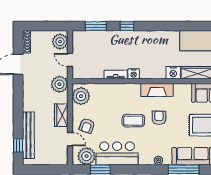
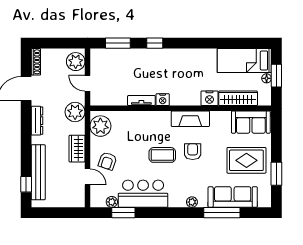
dresser: (27, 92) -> (37, 121), added
plant: (87, 156) -> (112, 202), width x0.53, depth x0.53

